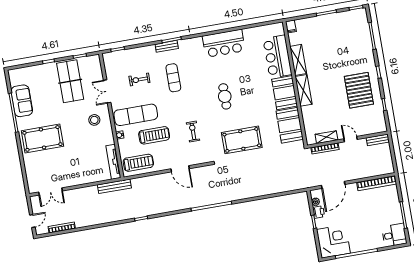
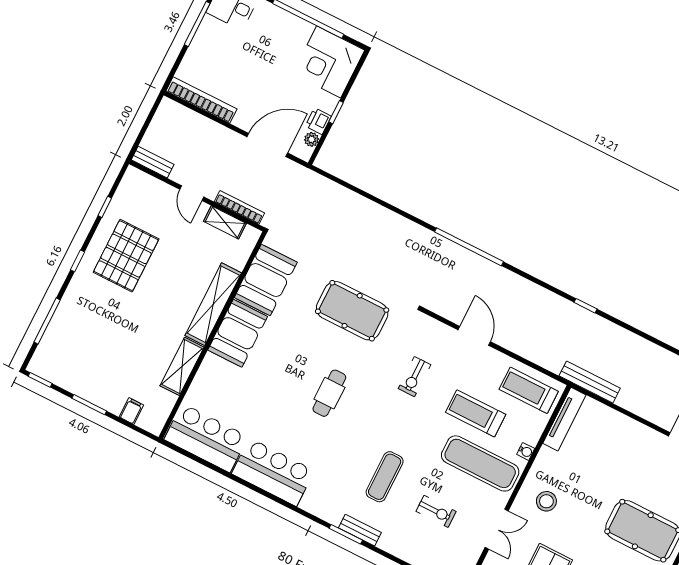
filing cabinet: (291, 26) -> (131, 411), moved
bar counter: (277, 57) -> (206, 438), moved, turned -90
shelving: (304, 90) -> (213, 304), width x1.47

